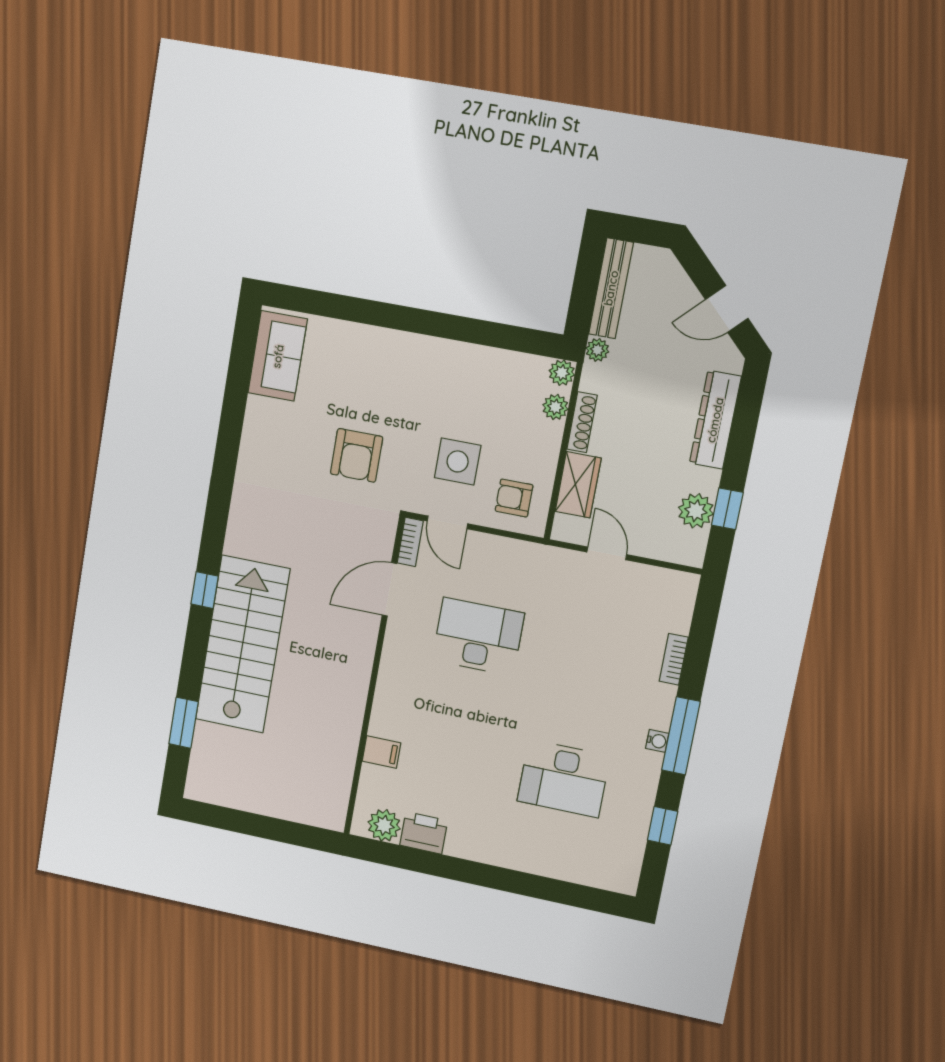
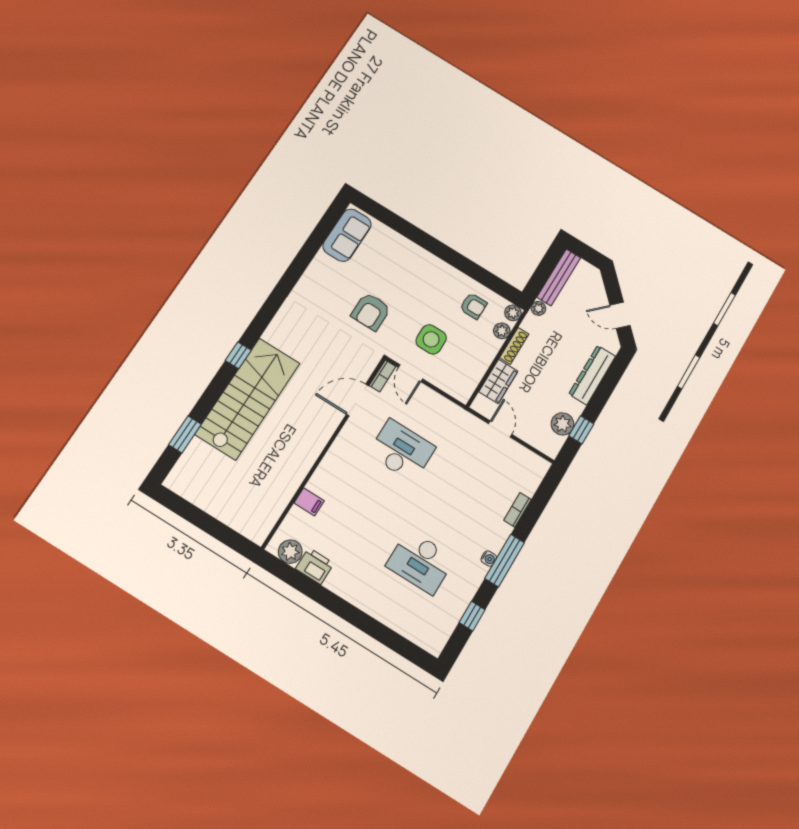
armchair: (514, 498) -> (473, 306), moved, turned 180

